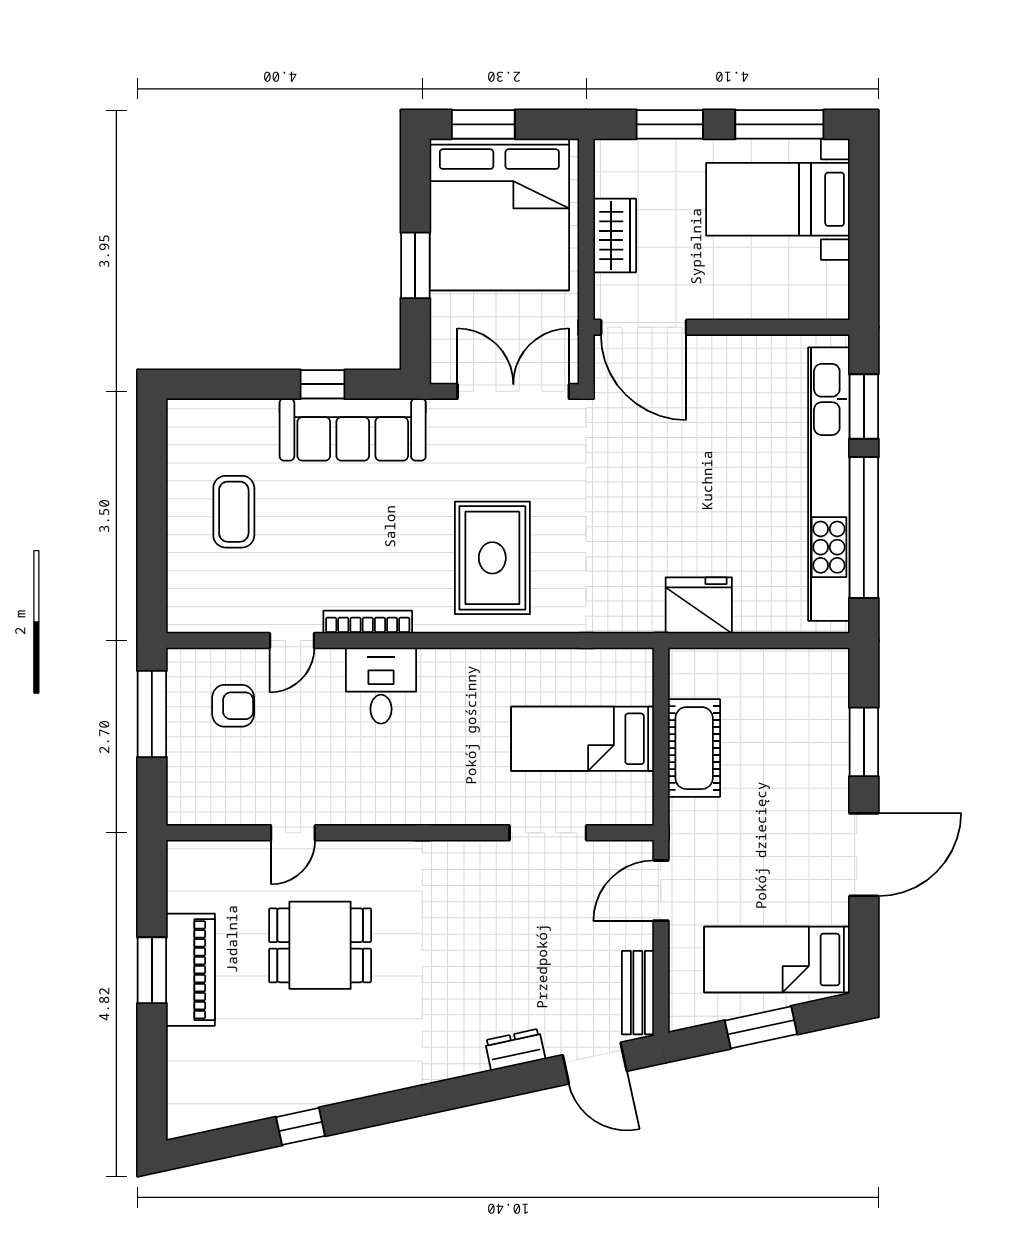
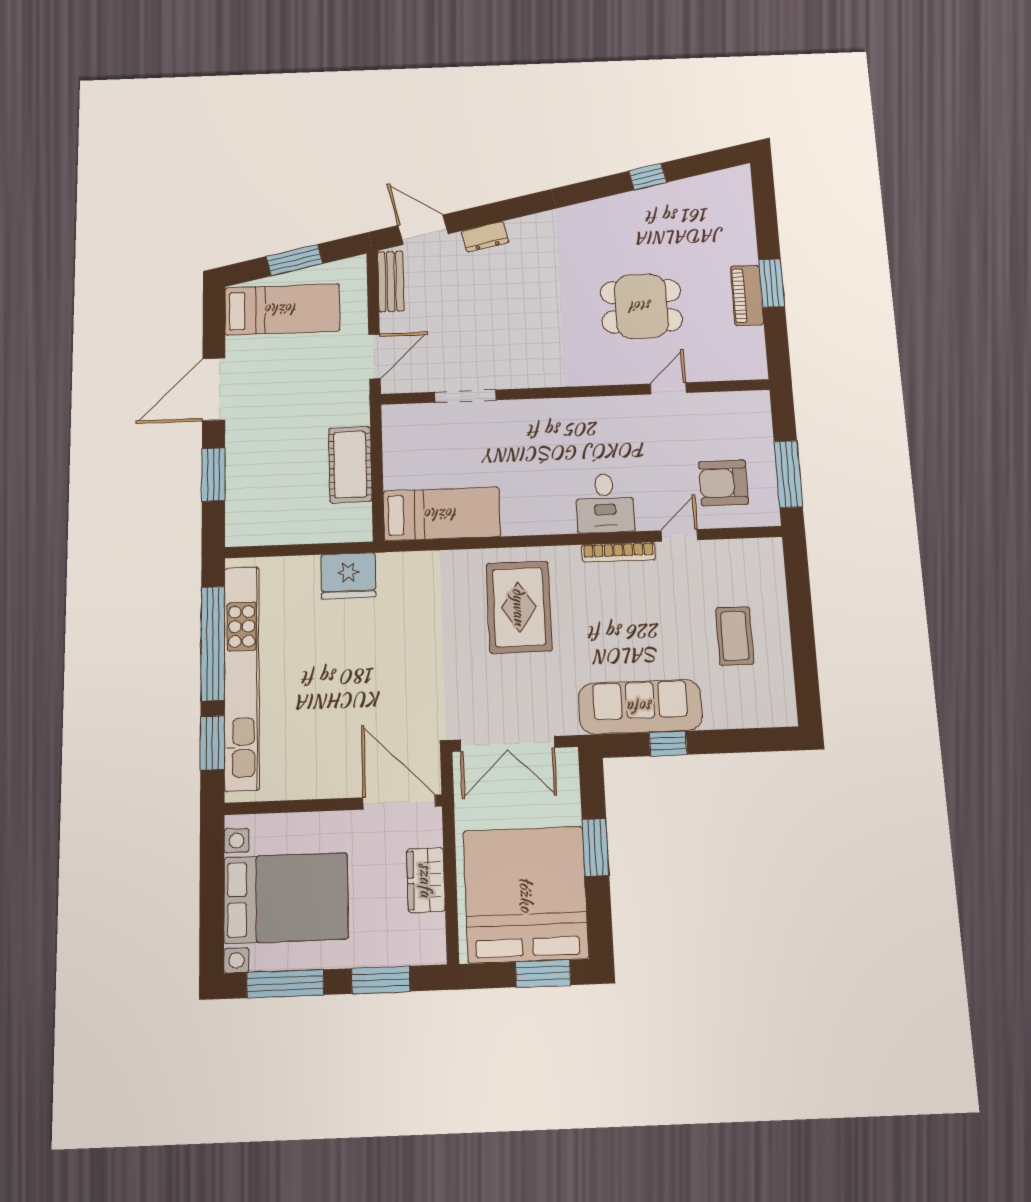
bed with nightstands: (778, 199) -> (286, 898), width x1.36
armchair: (233, 706) -> (723, 483), width x1.38, depth x1.38
bed: (583, 739) -> (442, 514), moved
piano: (191, 970) -> (747, 295), width x0.73, depth x0.75

